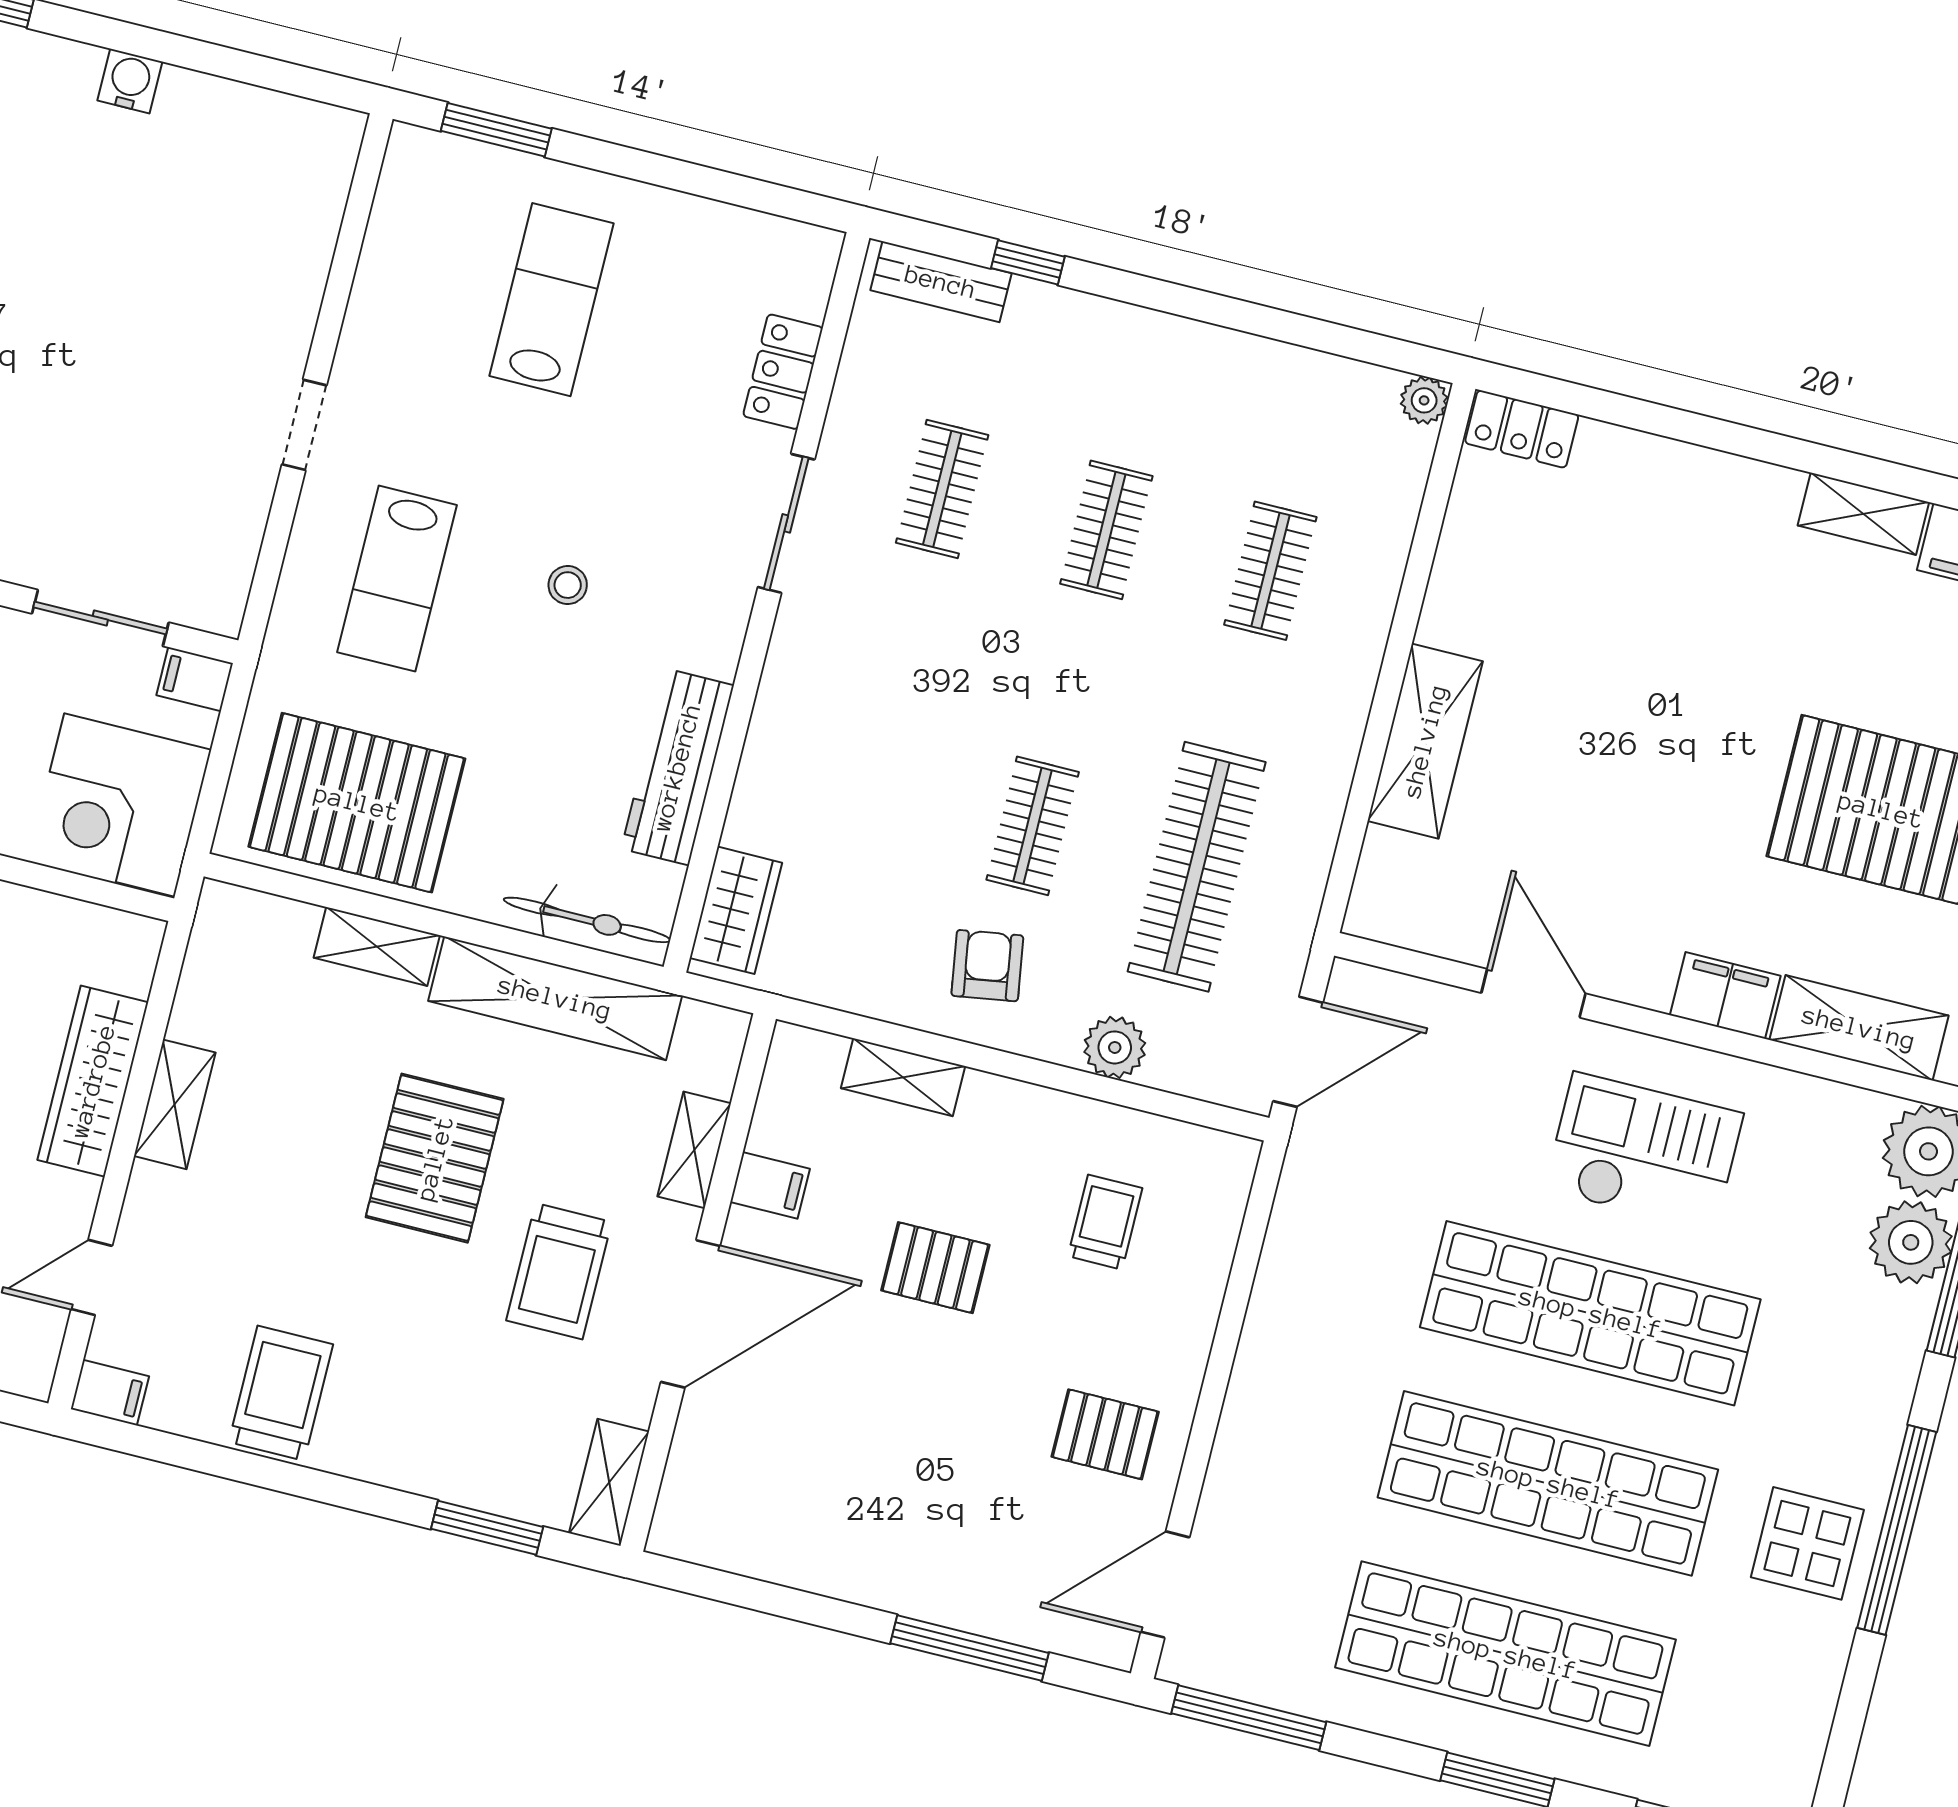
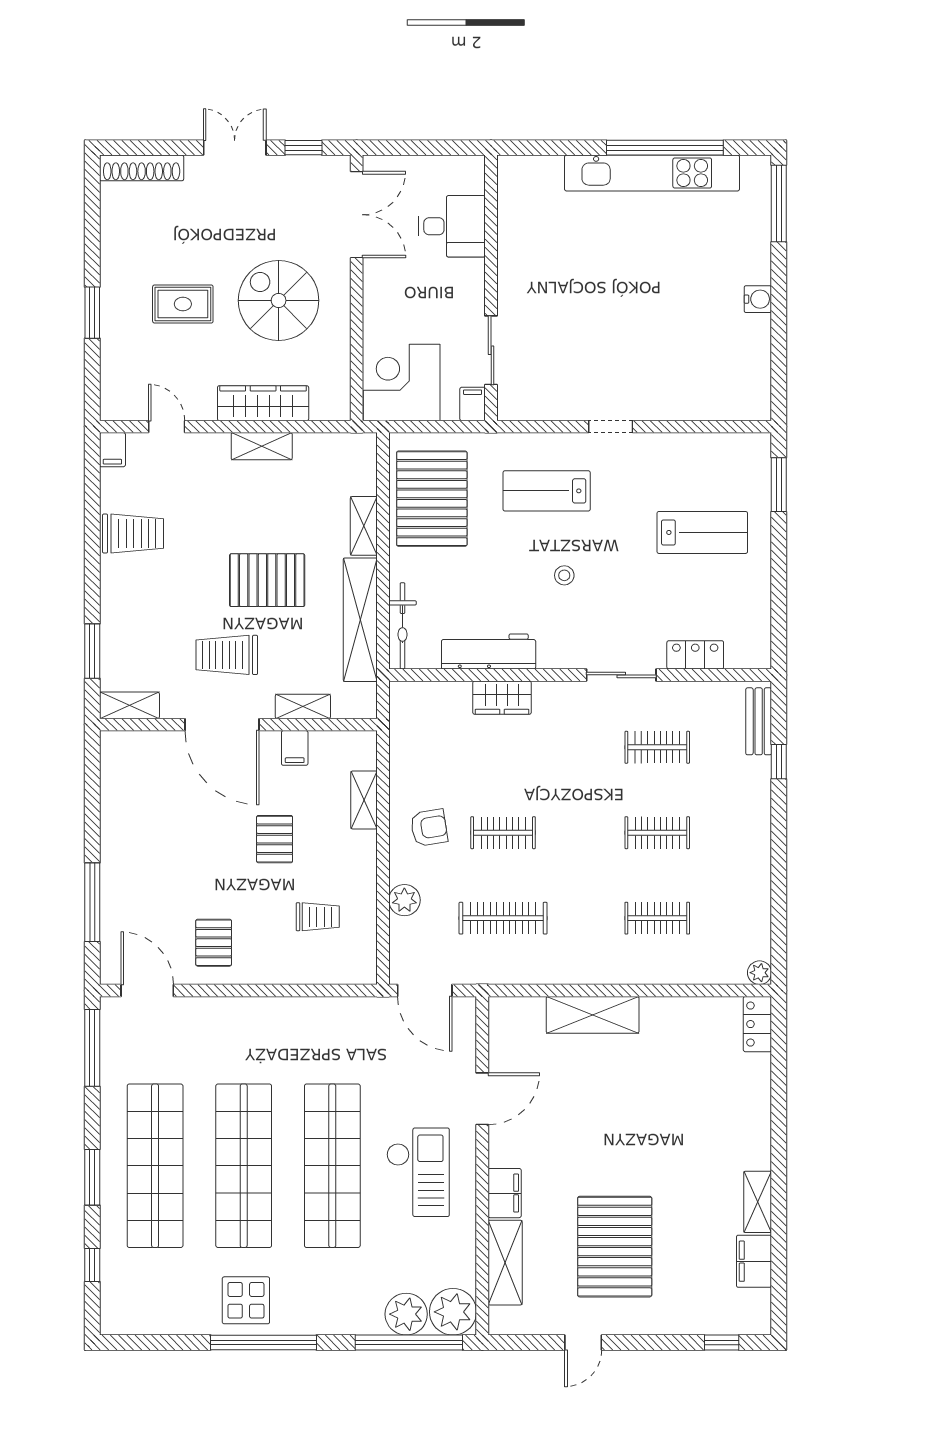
clothes rail: (1197, 867) -> (503, 918), width x0.73, depth x0.76
wardrobe: (736, 910) -> (502, 698), moved

